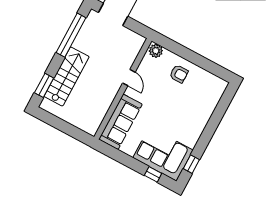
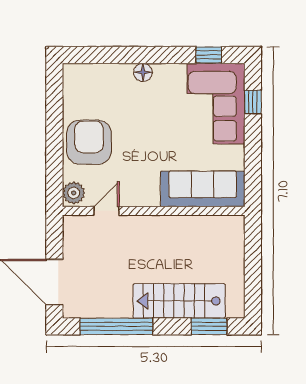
armchair: (179, 74) -> (89, 142), width x1.88, depth x1.88
door: (129, 78) -> (106, 211), moved
floor lamp: (201, 123) -> (143, 72), added

